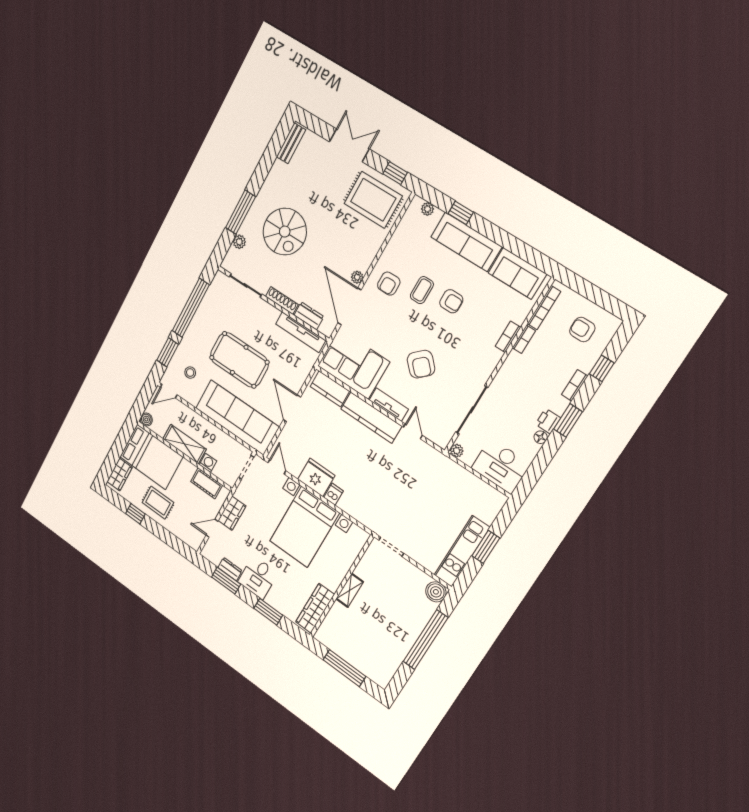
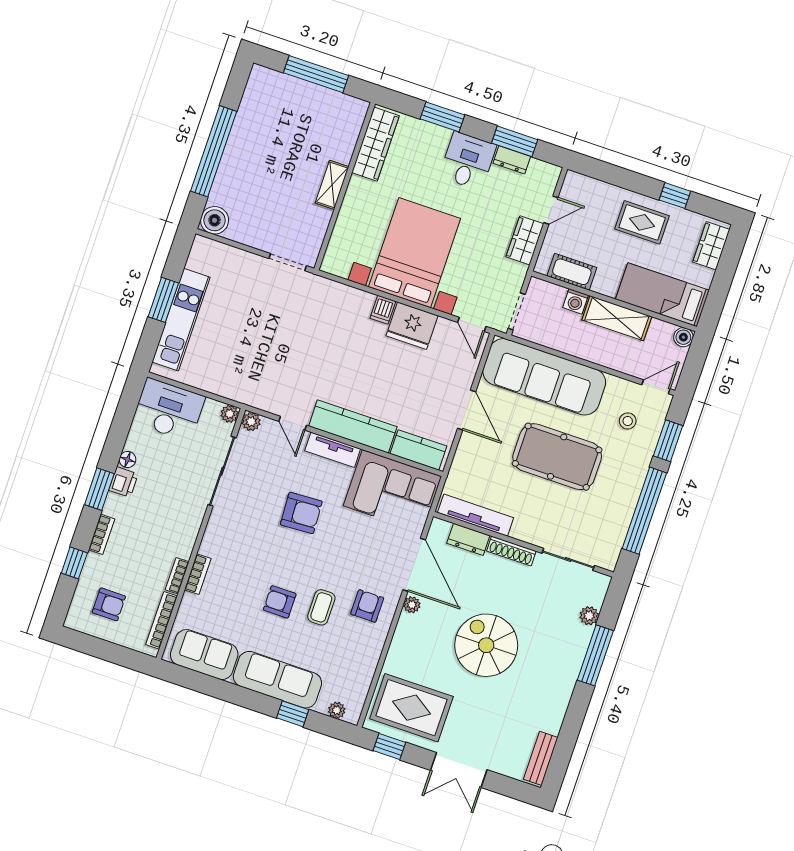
spiral stairs: (285, 232) -> (486, 645), moved
armchair: (421, 364) -> (301, 513), turned 131
plant: (442, 441) -> (251, 422), added
bed: (151, 457) -> (662, 295), width x0.67
kitchen unit: (462, 551) -> (181, 320), moved

